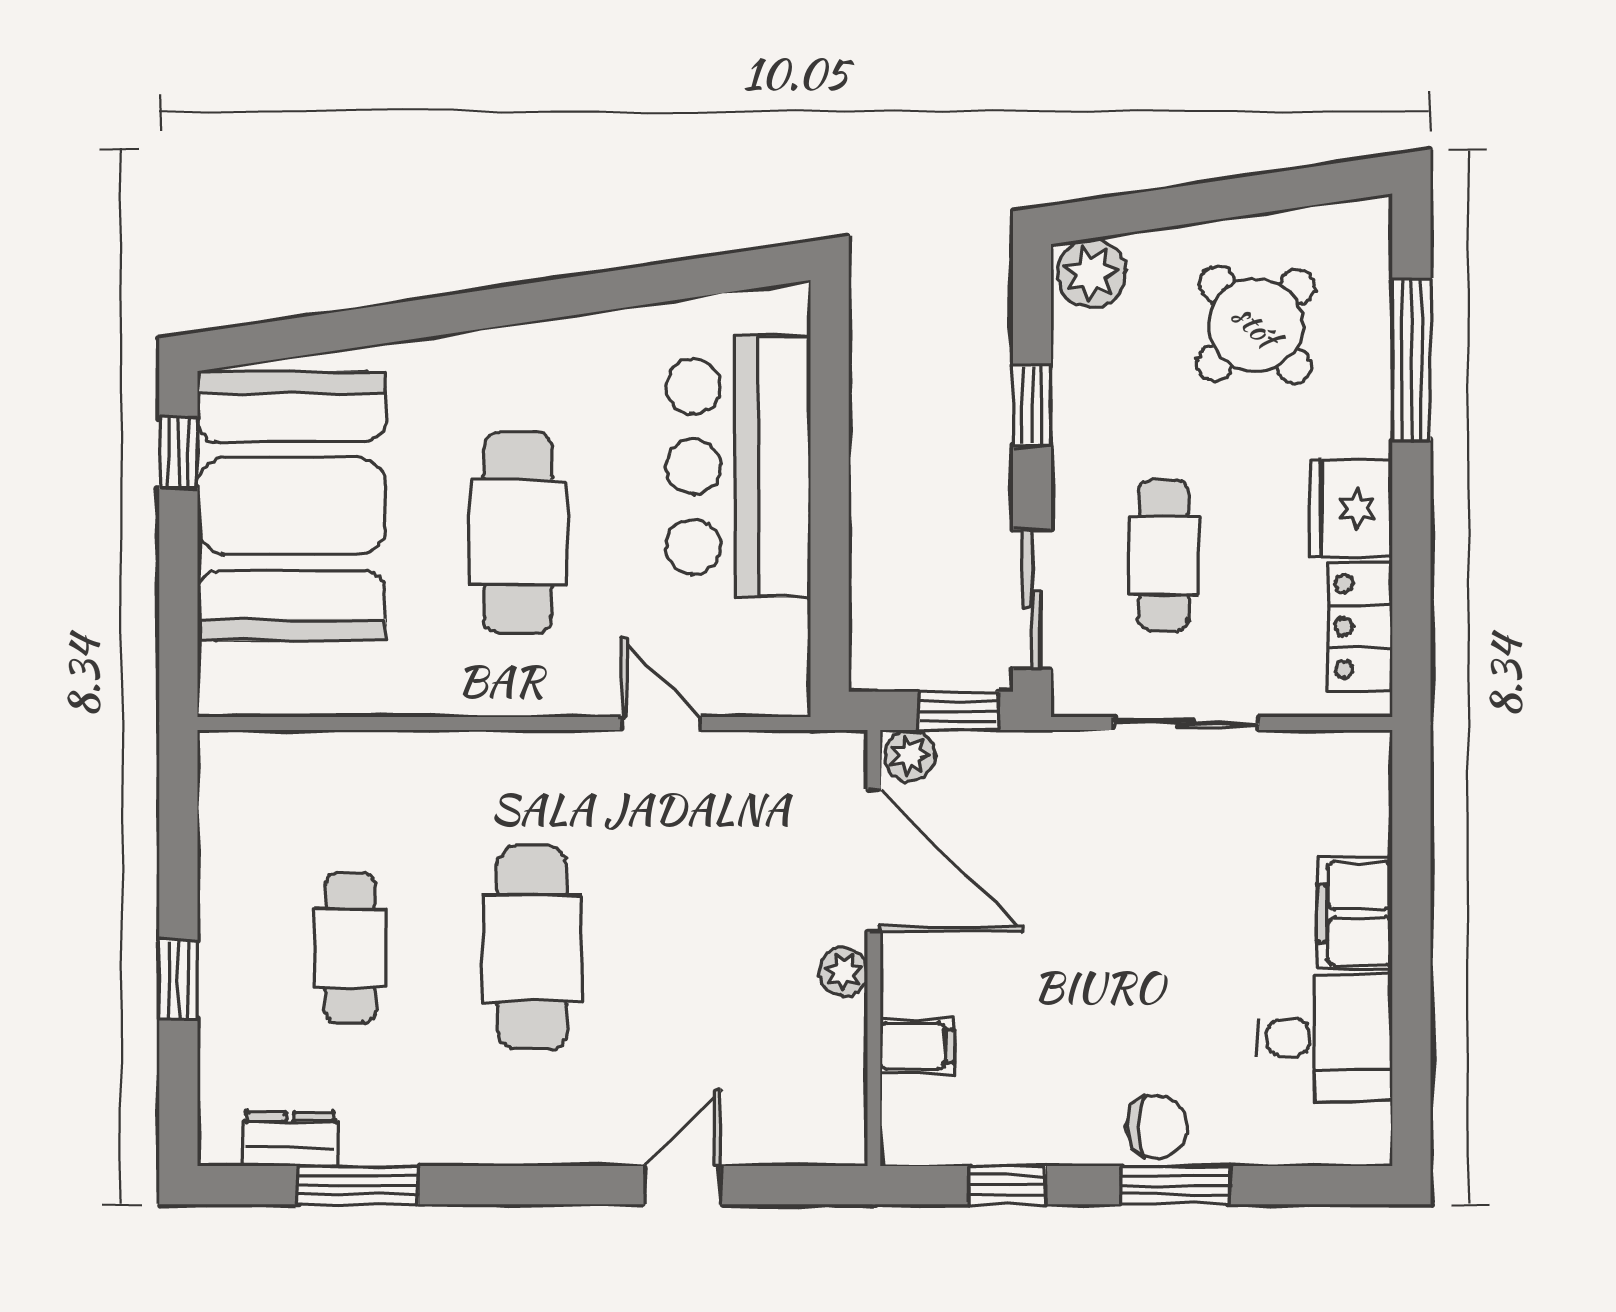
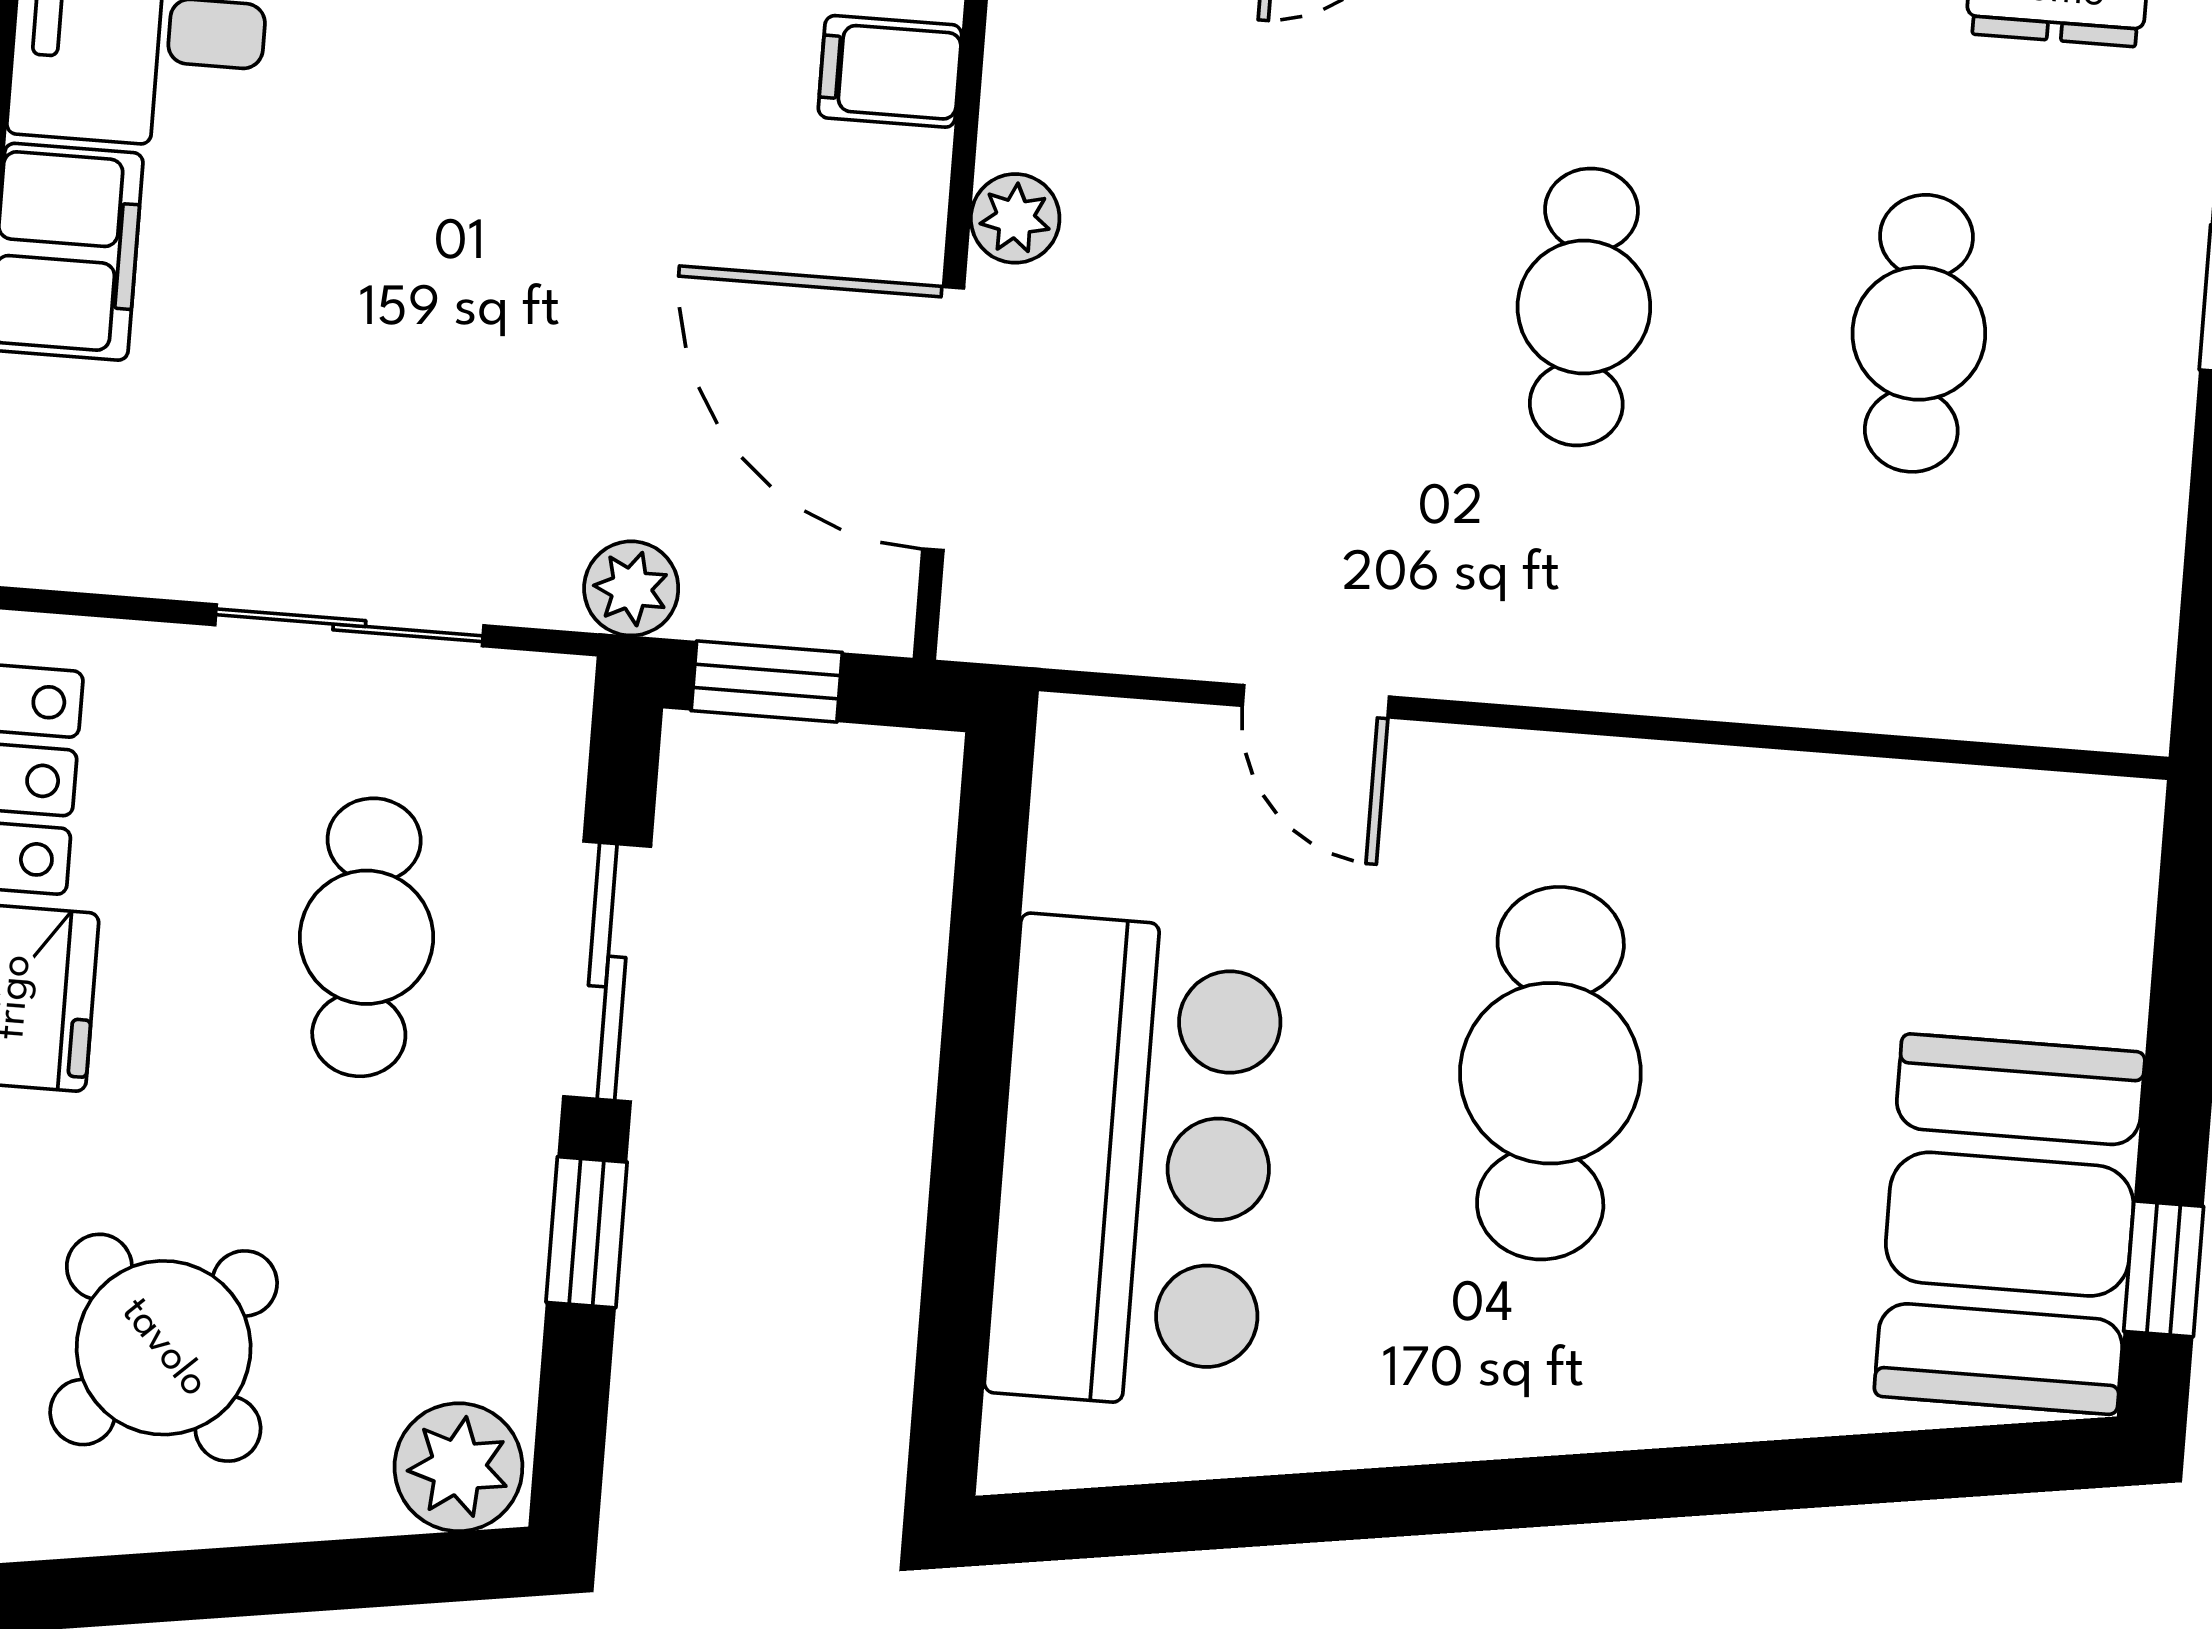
booth: (291, 506) -> (2010, 1224), width x0.73, depth x0.70
sliding door: (1032, 599) -> (607, 972), moved
plant: (910, 755) -> (631, 588), moved
cafe table: (532, 948) -> (1584, 307), width x0.73, depth x0.74

